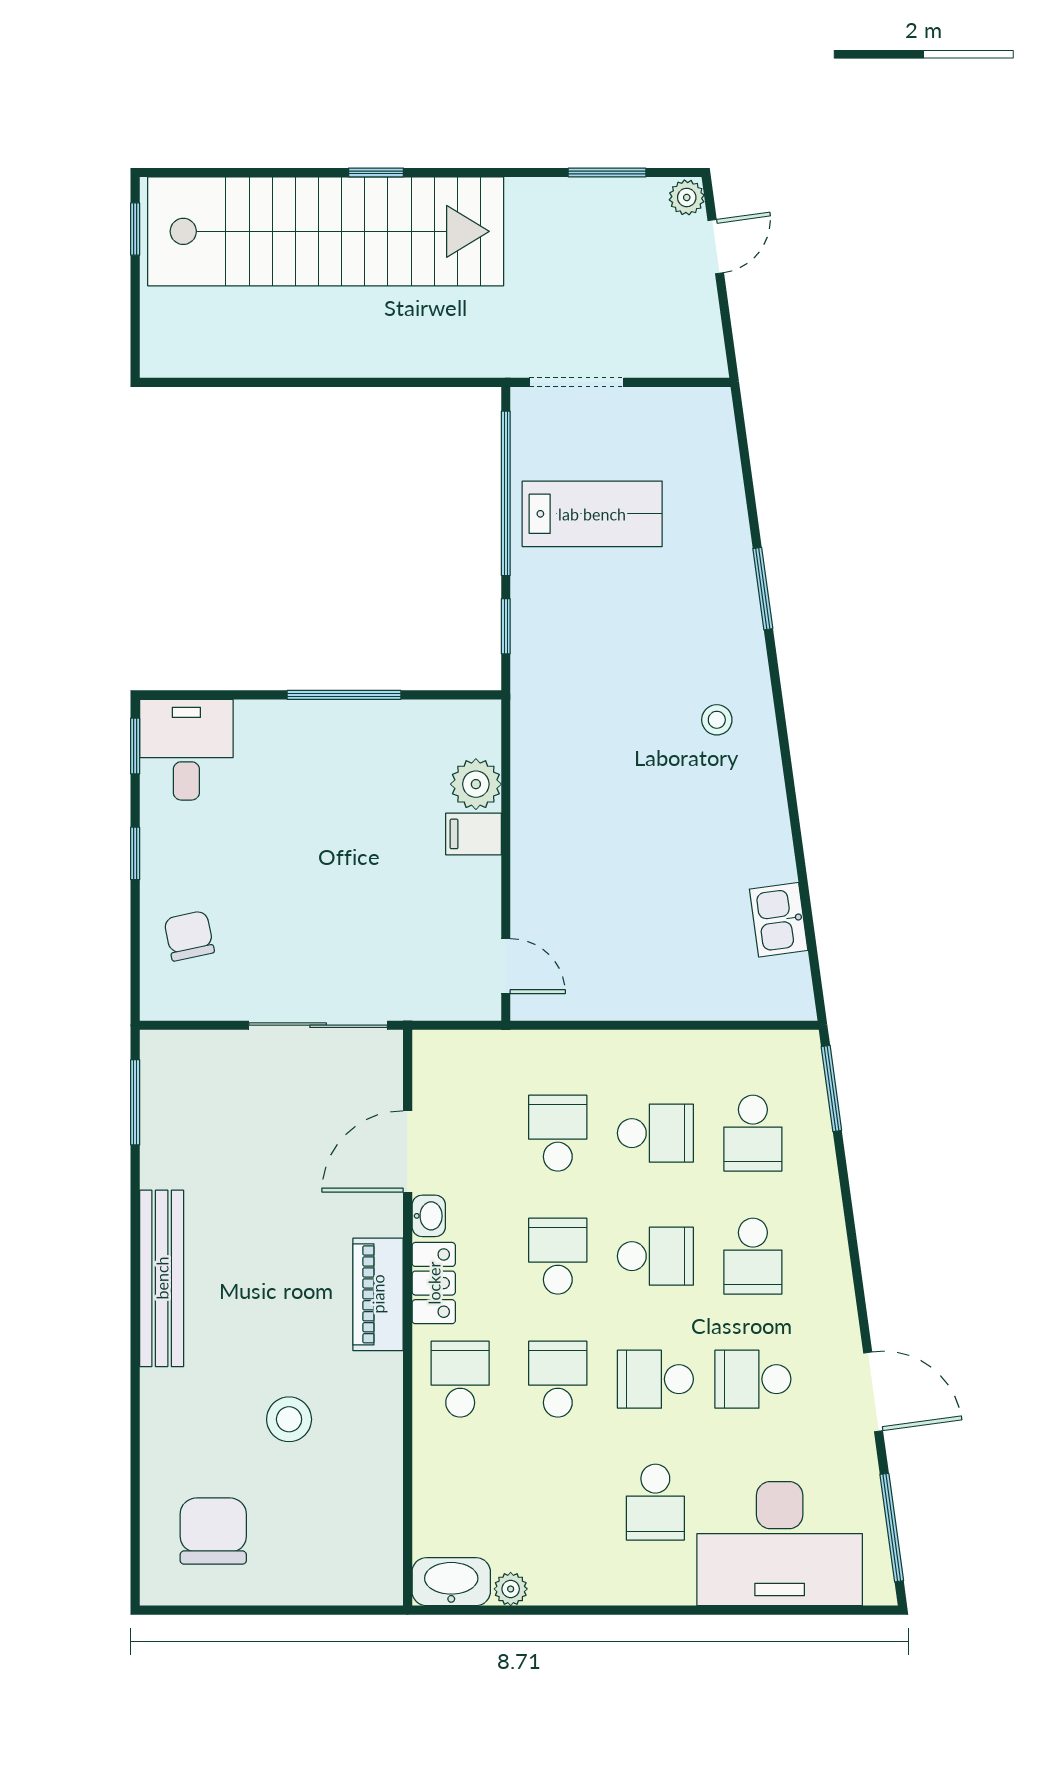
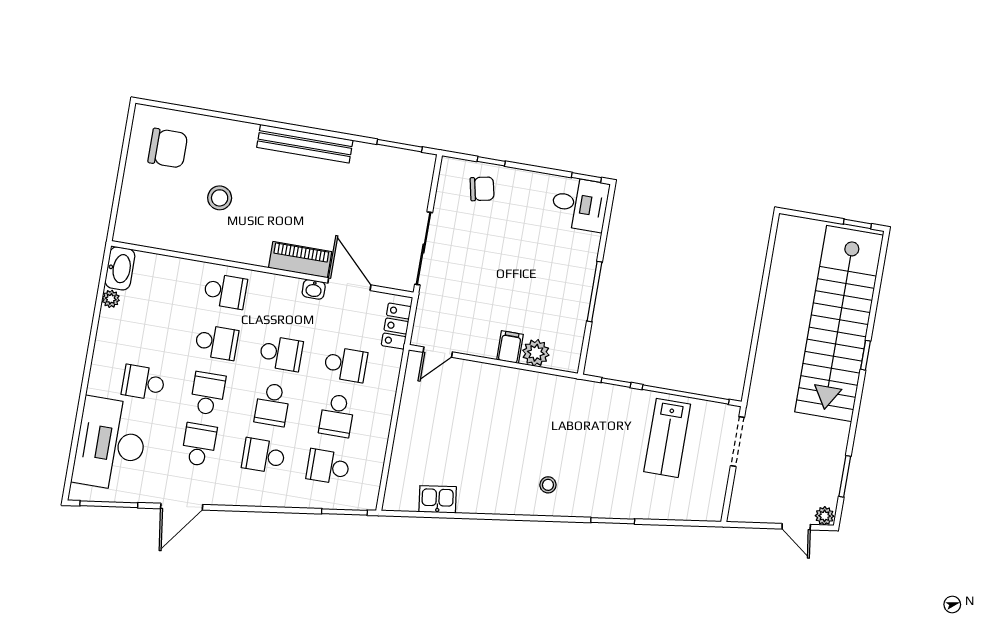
window: (135, 853) -> (491, 161), moved
locker: (434, 1283) -> (396, 326), moved, turned 90
piano: (378, 1294) -> (300, 260), moved

